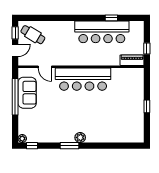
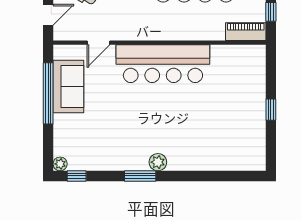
door: (45, 67) -> (98, 43), hinge flipped

